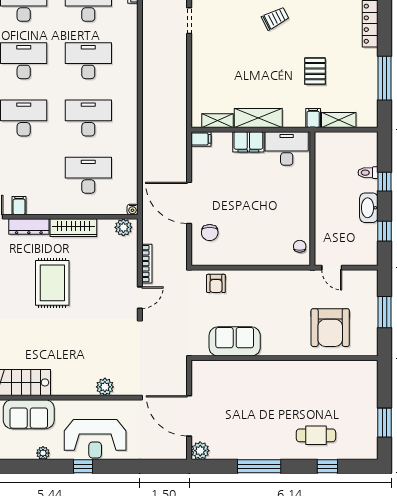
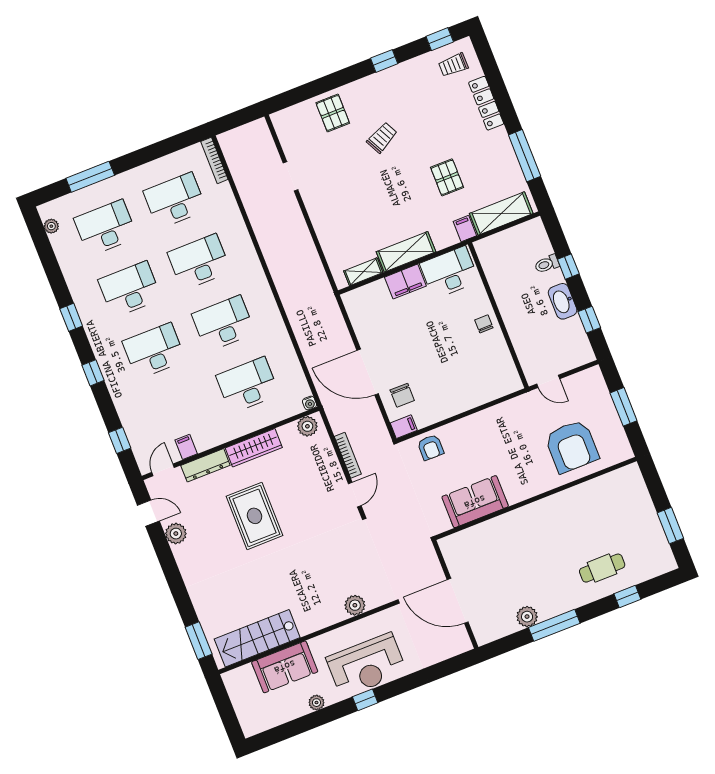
shelving: (339, 120) -> (501, 213), width x1.50, depth x1.33
filing cabinet: (201, 139) -> (404, 427), moved
chair: (300, 246) -> (484, 324), moved
plant: (200, 451) -> (527, 617), moved

